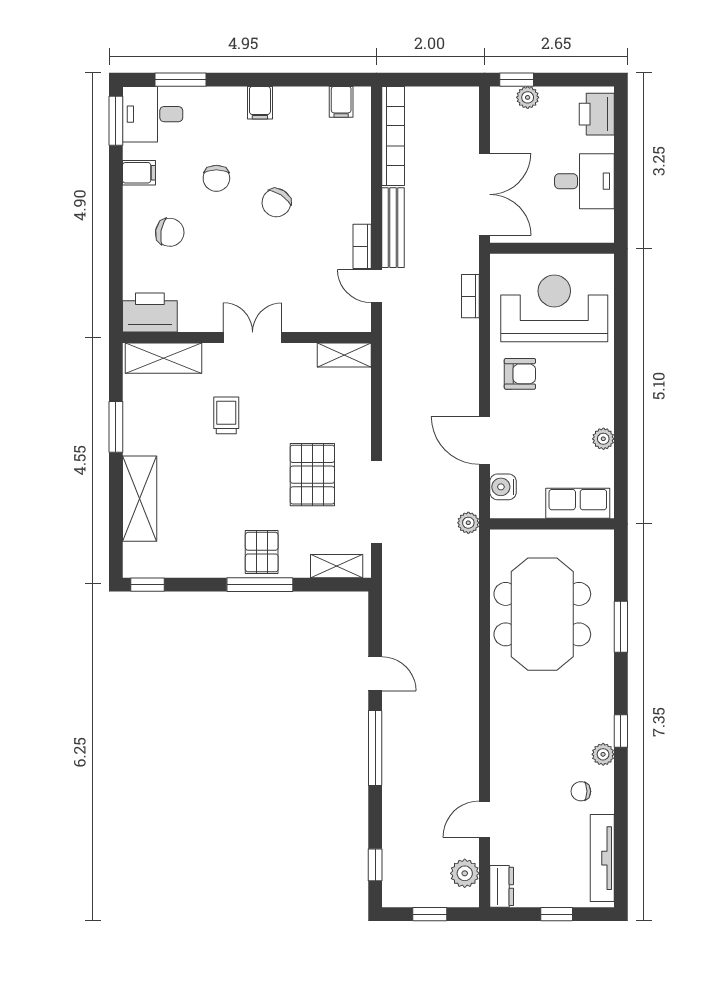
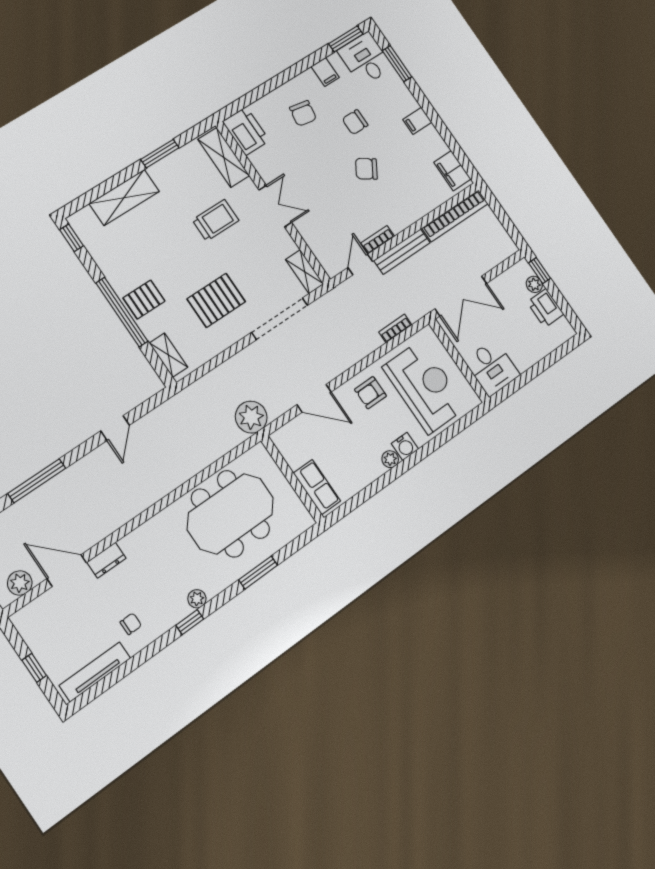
filing cabinet: (341, 102) -> (452, 171), width x2.00
printer: (597, 114) -> (546, 308), moved, turned -90
desk: (584, 181) -> (492, 368), moved
armchair: (520, 374) -> (370, 393), turned 90
trolley: (226, 415) -> (216, 220), width x1.36, depth x1.39
plant: (603, 439) -> (390, 459), moved
door: (484, 441) -> (314, 398), swing flipped
water cooler: (503, 487) -> (405, 446), moved, turned 180
doorway: (376, 502) -> (280, 319), moved
plant: (468, 523) -> (251, 417), width x1.88, depth x1.88
window: (260, 585) -> (122, 312), width x1.46
window: (375, 748) -> (37, 481), moved
plant: (603, 754) -> (197, 599), moved
chair: (581, 791) -> (131, 624), turned 90
door: (484, 819) -> (67, 571), width x1.38
dresser: (502, 886) -> (106, 560), moved

